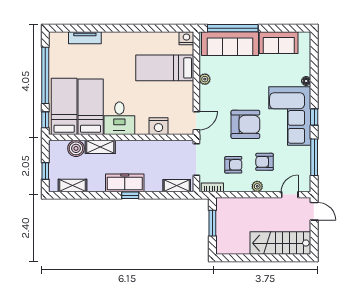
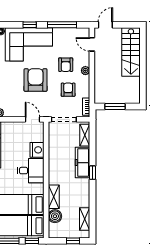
desk: (119, 118) -> (31, 171), moved
freezer: (125, 183) -> (83, 163), moved

